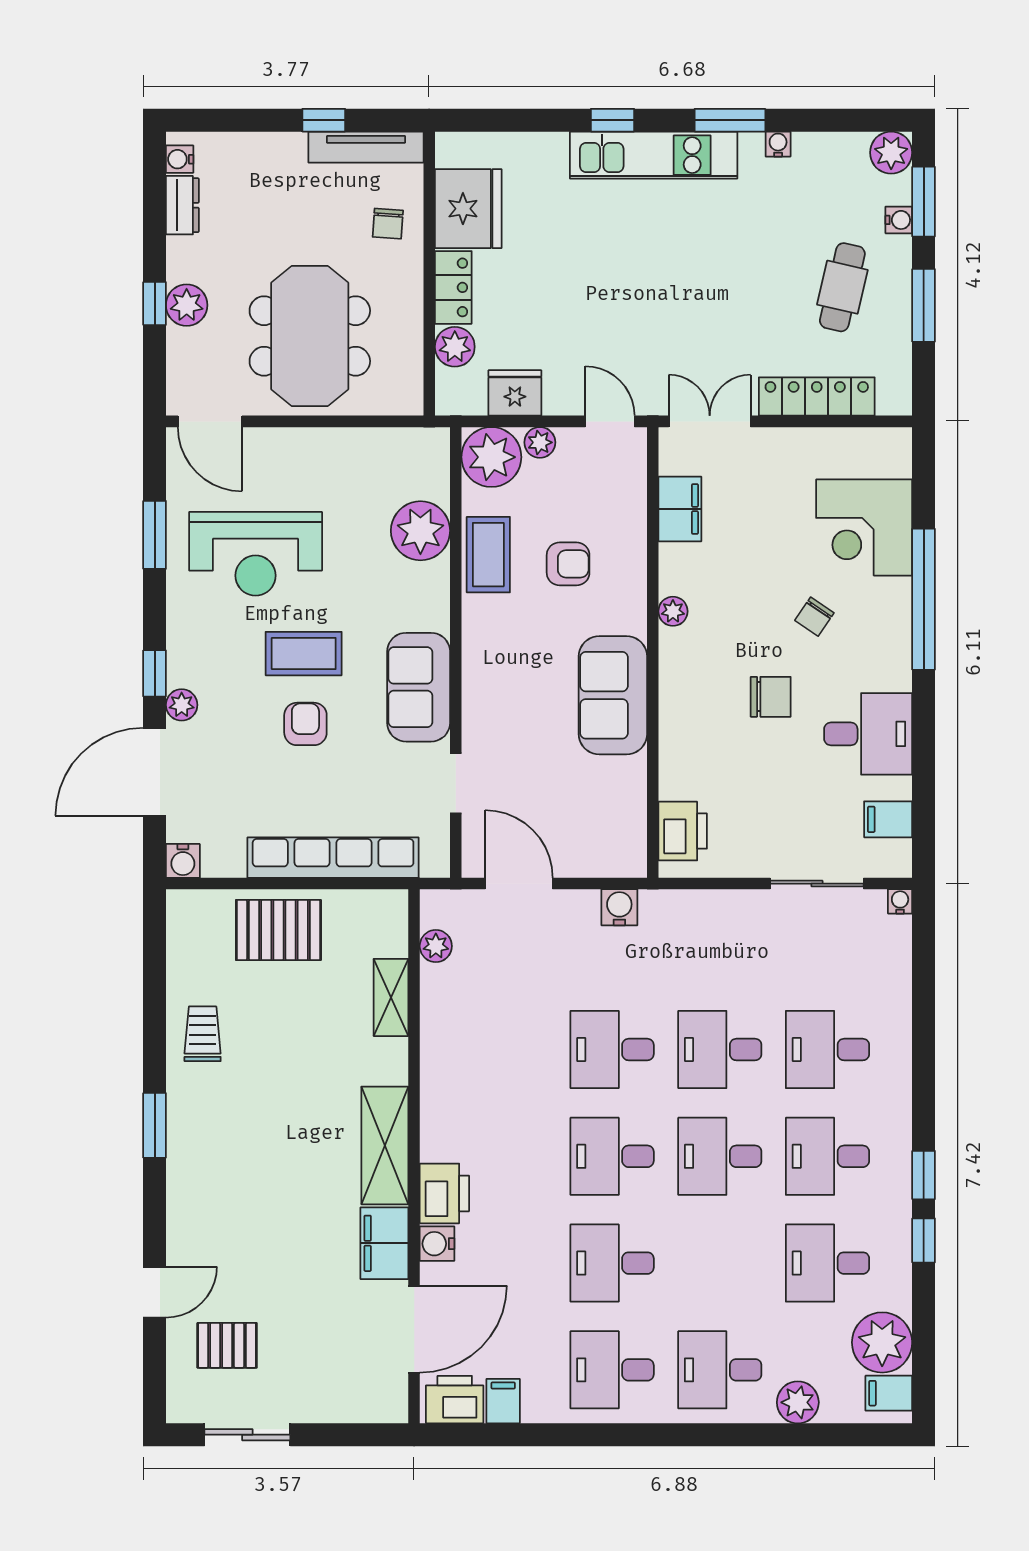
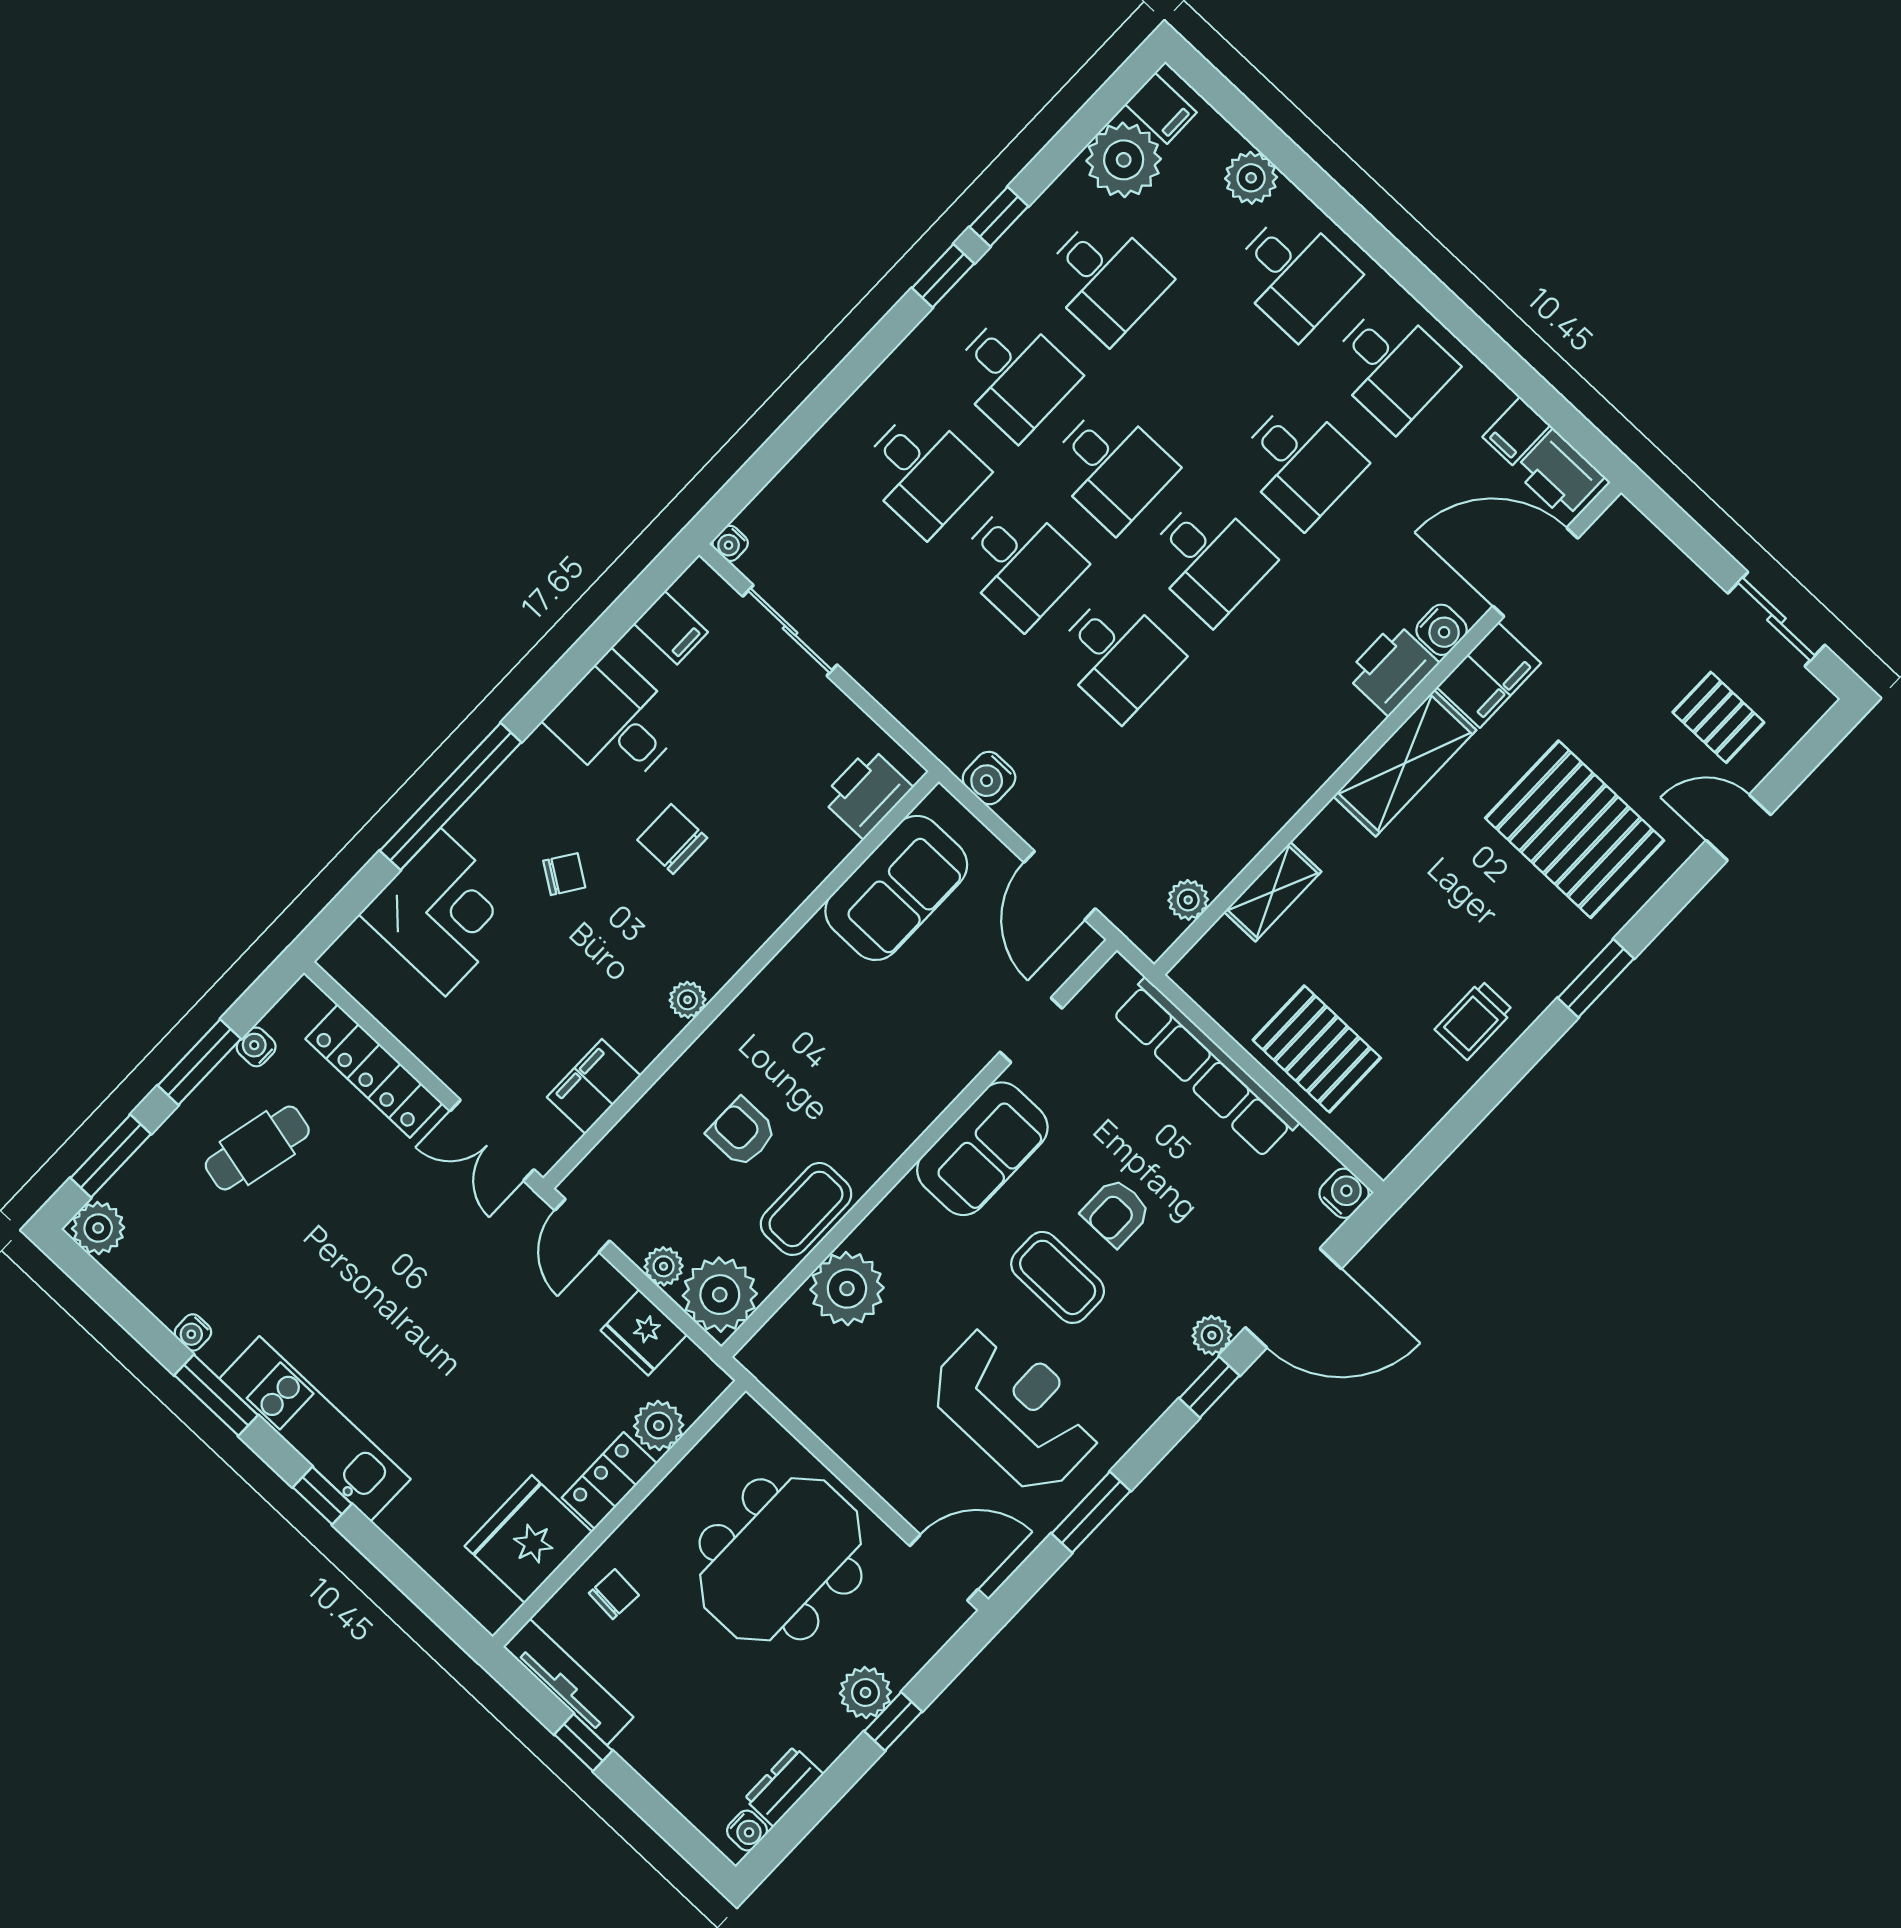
water cooler: (899, 220) -> (256, 1047), moved
door: (210, 421) -> (944, 1568), hinge flipped
sofa: (613, 695) -> (896, 888), moved
pallet: (249, 1201) -> (1575, 829), added

